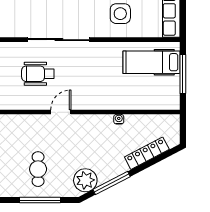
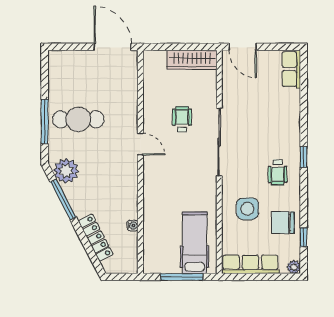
wheelchair: (38, 74) -> (182, 119), width x0.73, depth x0.73
water cooler: (119, 119) -> (133, 226), moved
cafe table: (38, 169) -> (78, 119), width x1.37, depth x1.35

